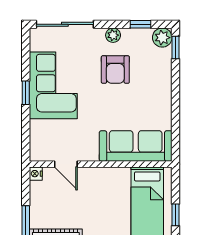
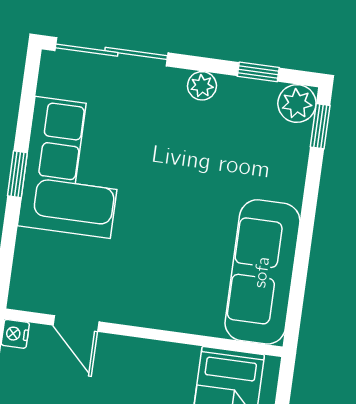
armchair: (115, 70) -> (197, 153), removed
sofa: (136, 146) -> (262, 272), moved, turned -90

